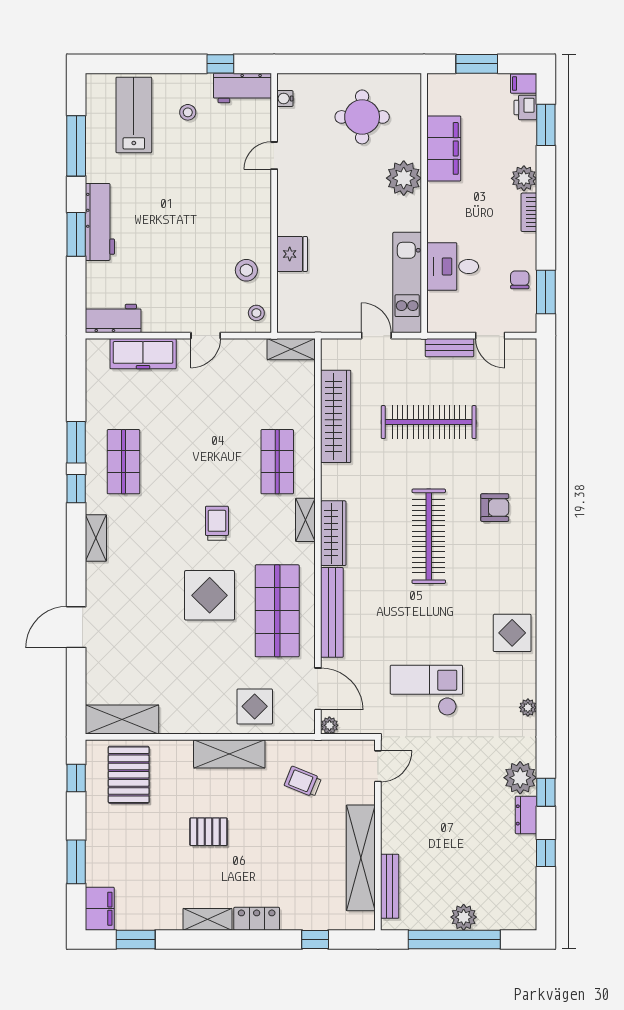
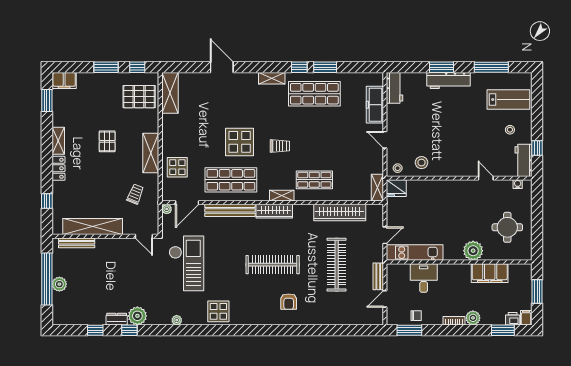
fridge: (292, 254) -> (396, 188), moved
shop shelf: (123, 462) -> (314, 94), width x1.43, depth x1.36
checkout: (426, 690) -> (186, 263), width x1.36, depth x1.21
window: (76, 862) -> (106, 67), moved

